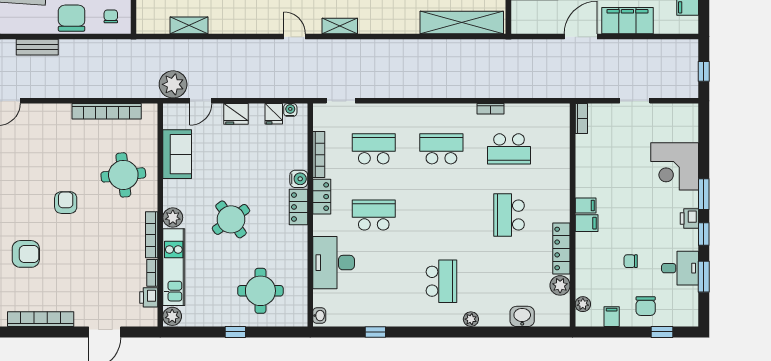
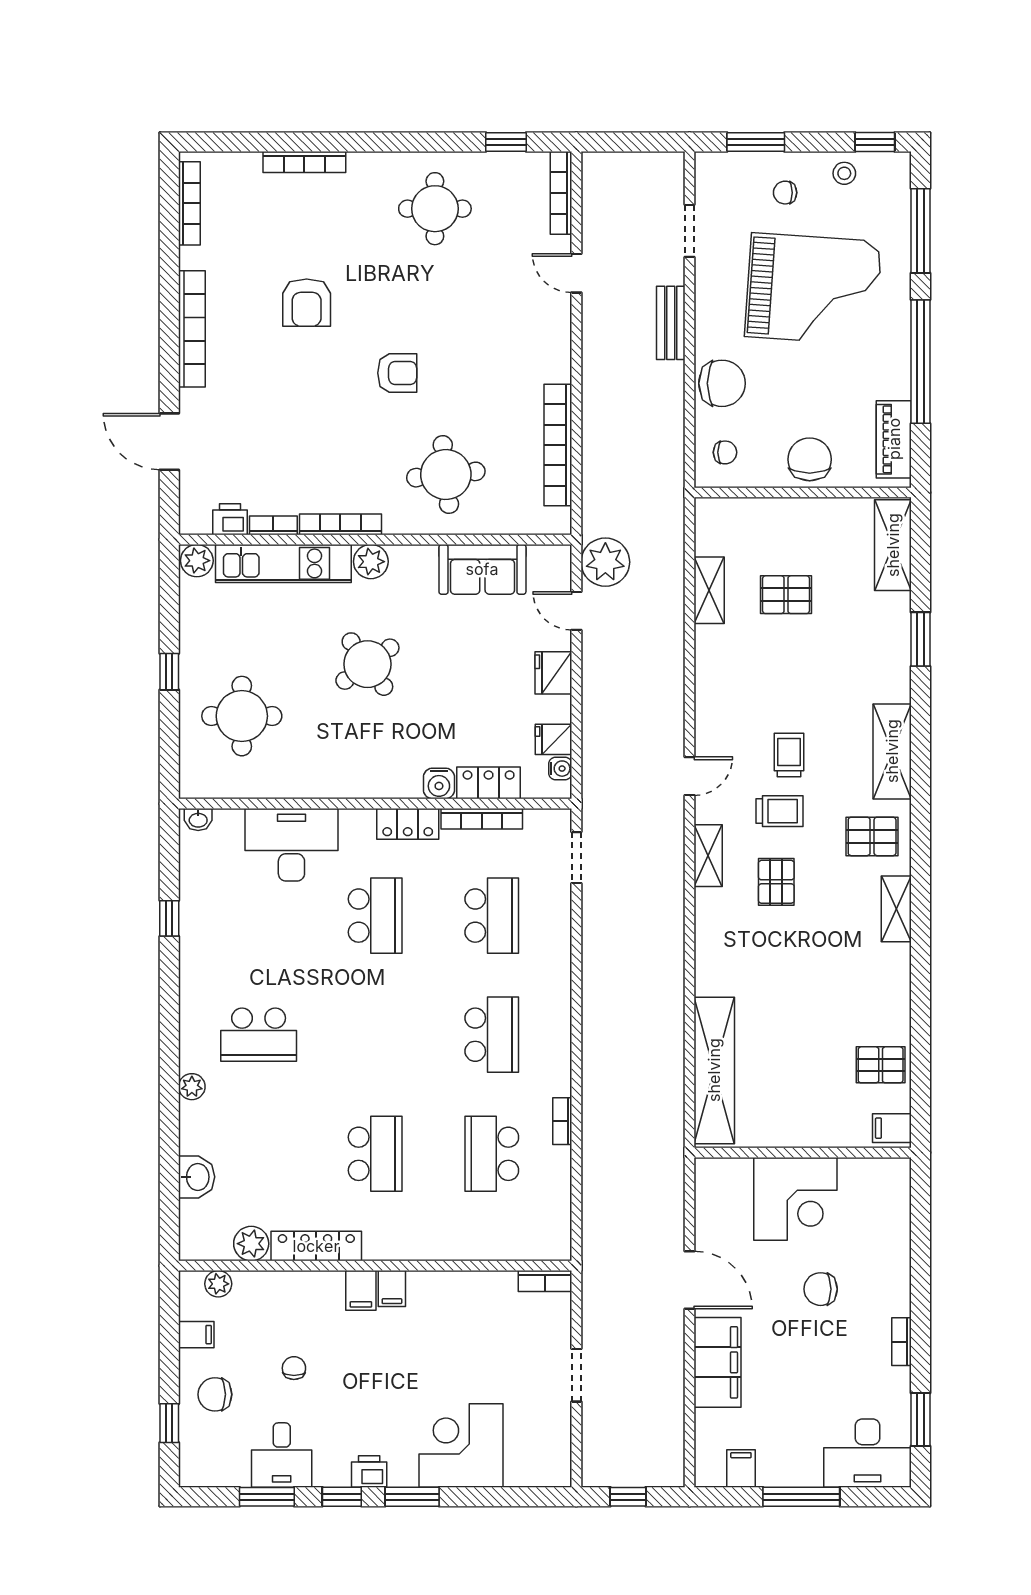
locker: (298, 207) -> (489, 783), moved
school desk: (509, 215) -> (375, 1154), turned 90

